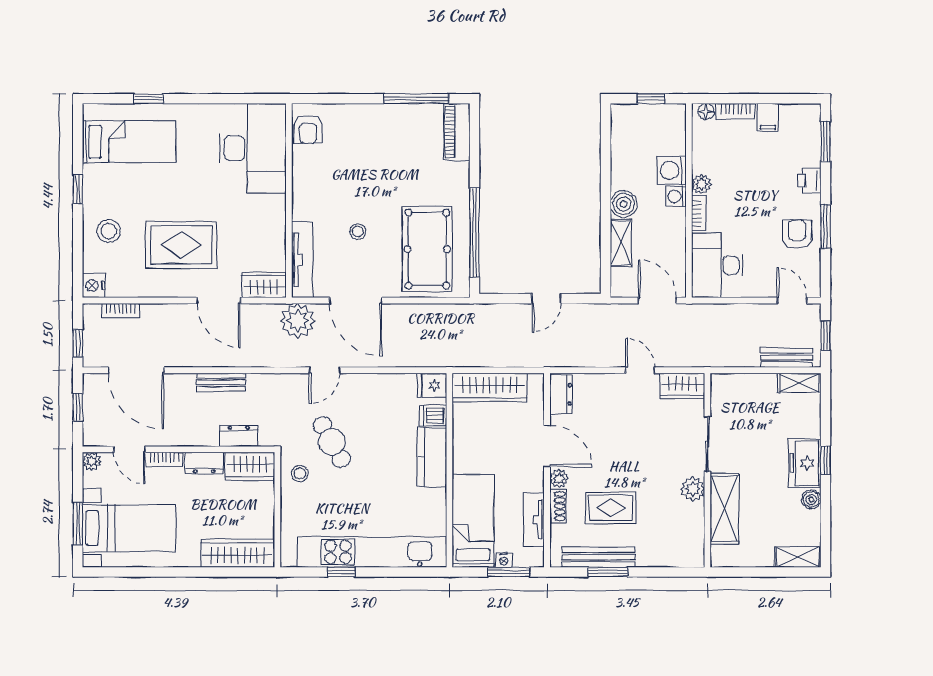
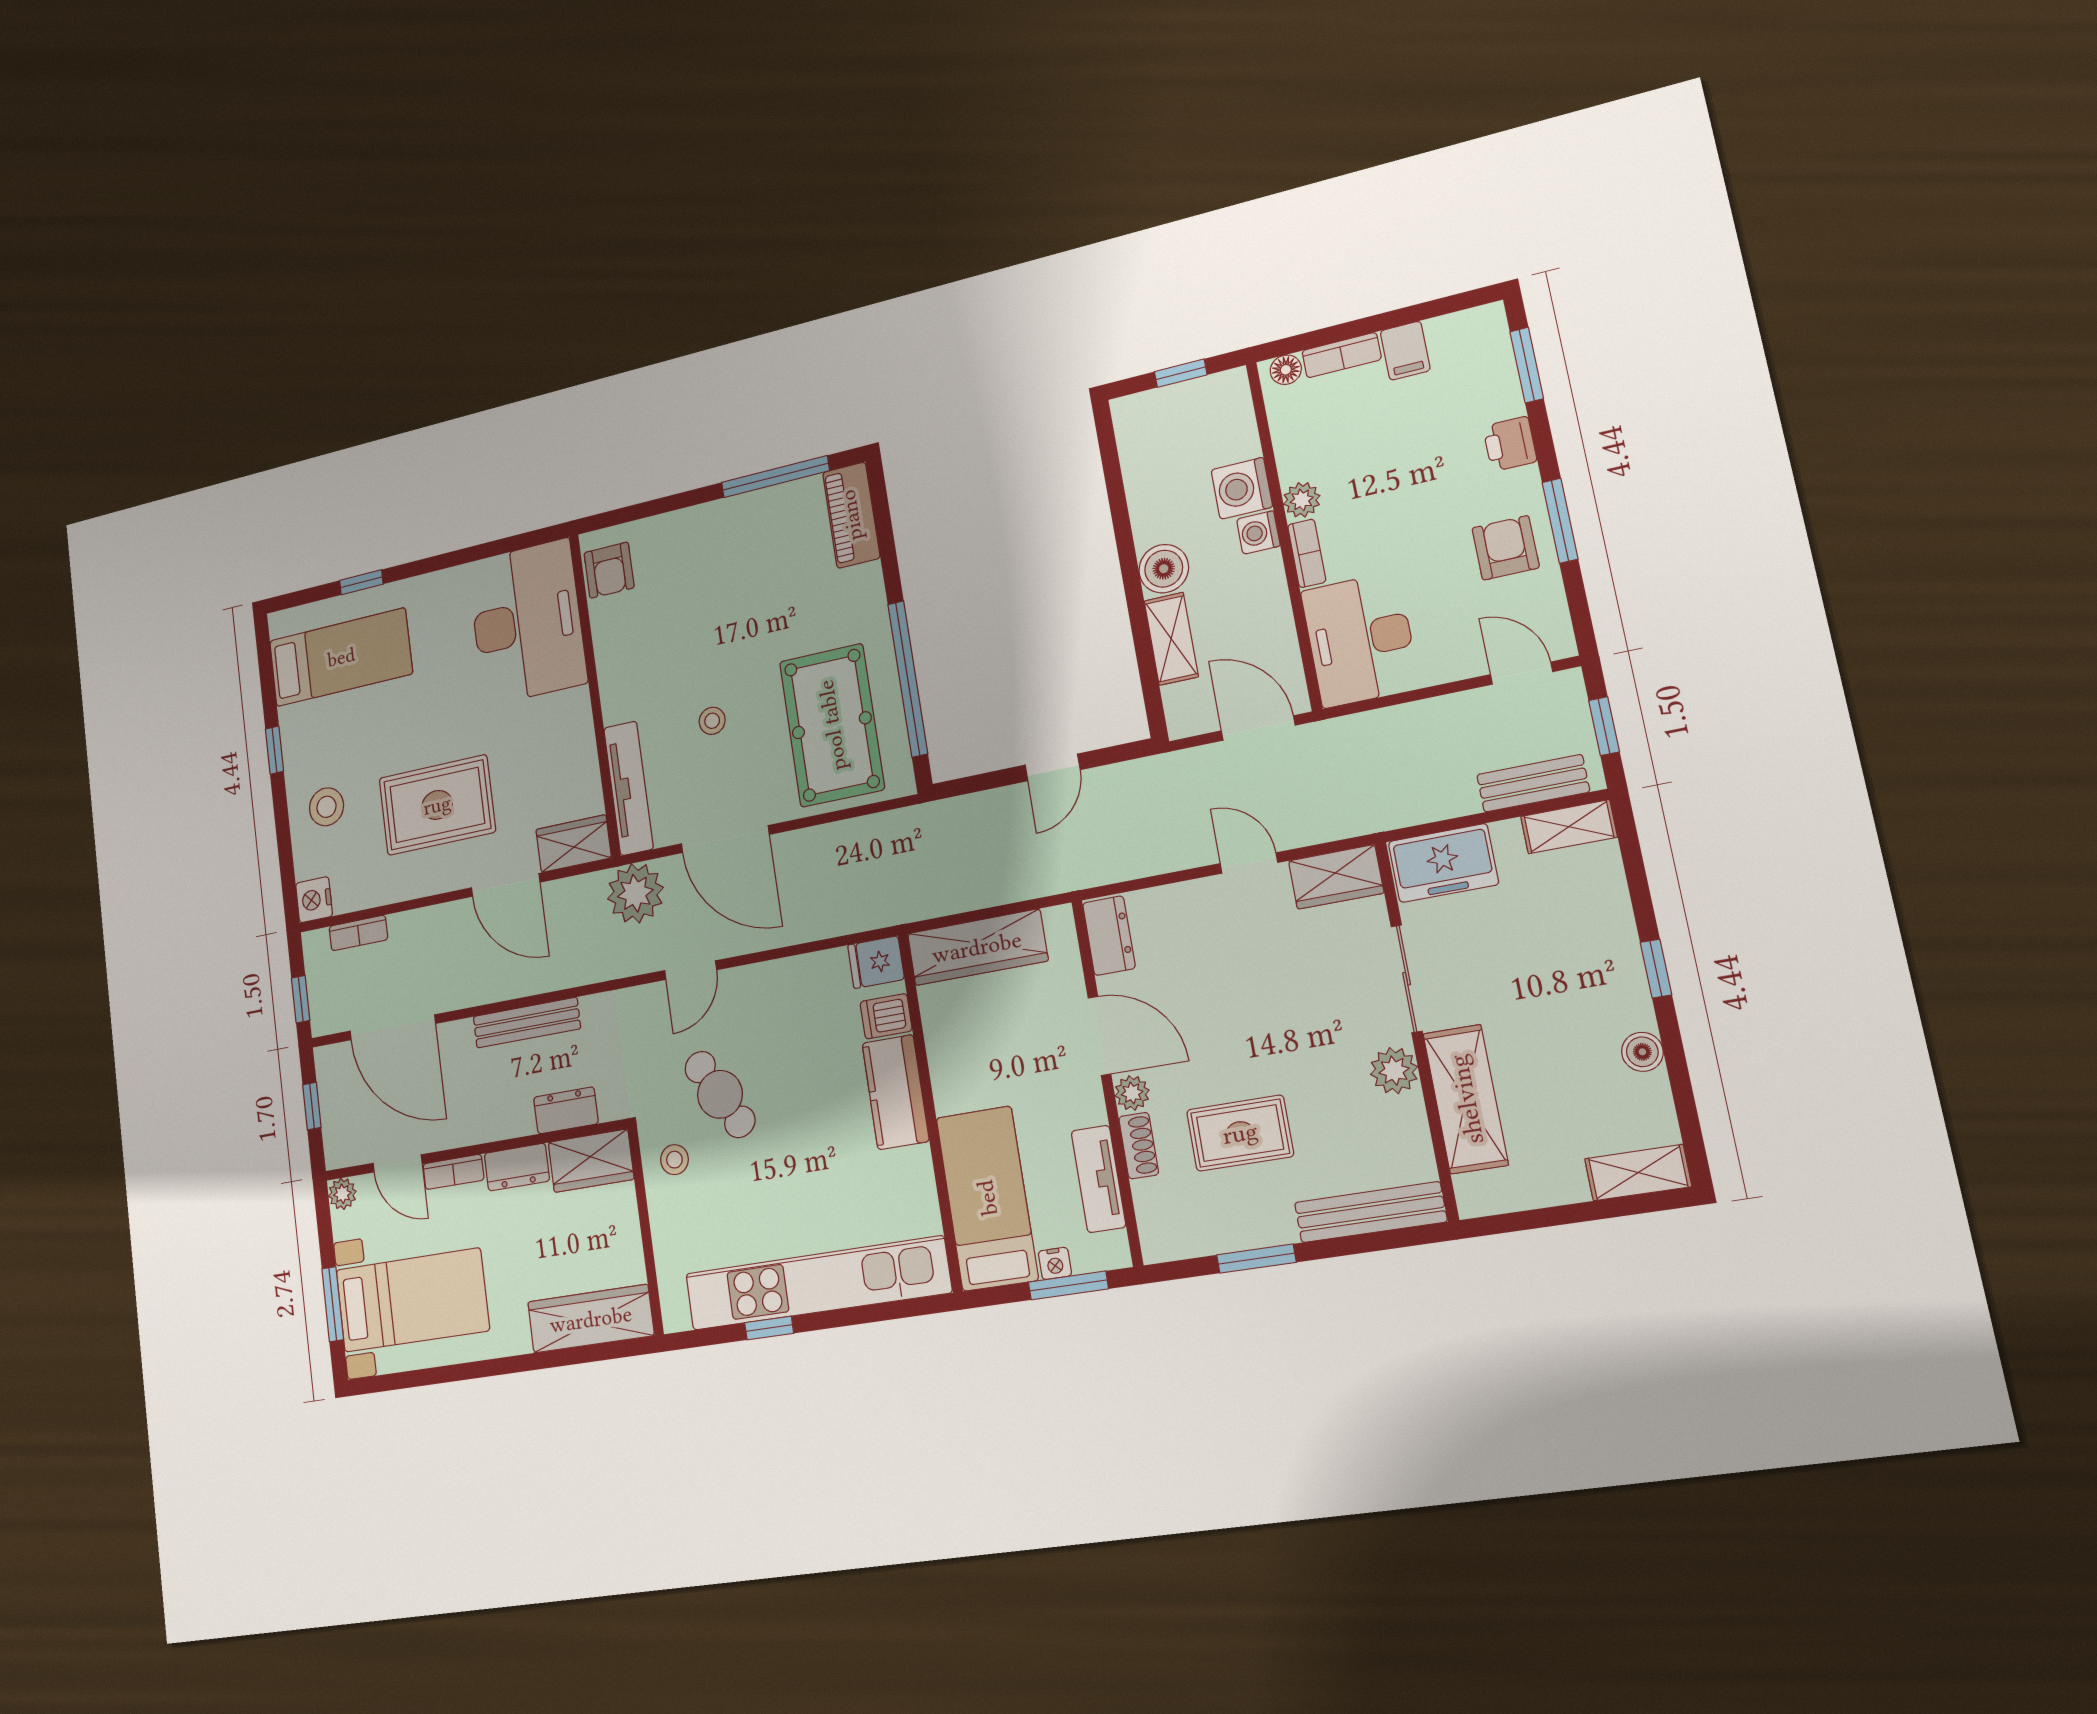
bench: (221, 382) -> (527, 1023), width x1.36
freezer: (805, 463) -> (1443, 863), moved, turned -90
bench: (598, 557) -> (1370, 1212), moved

